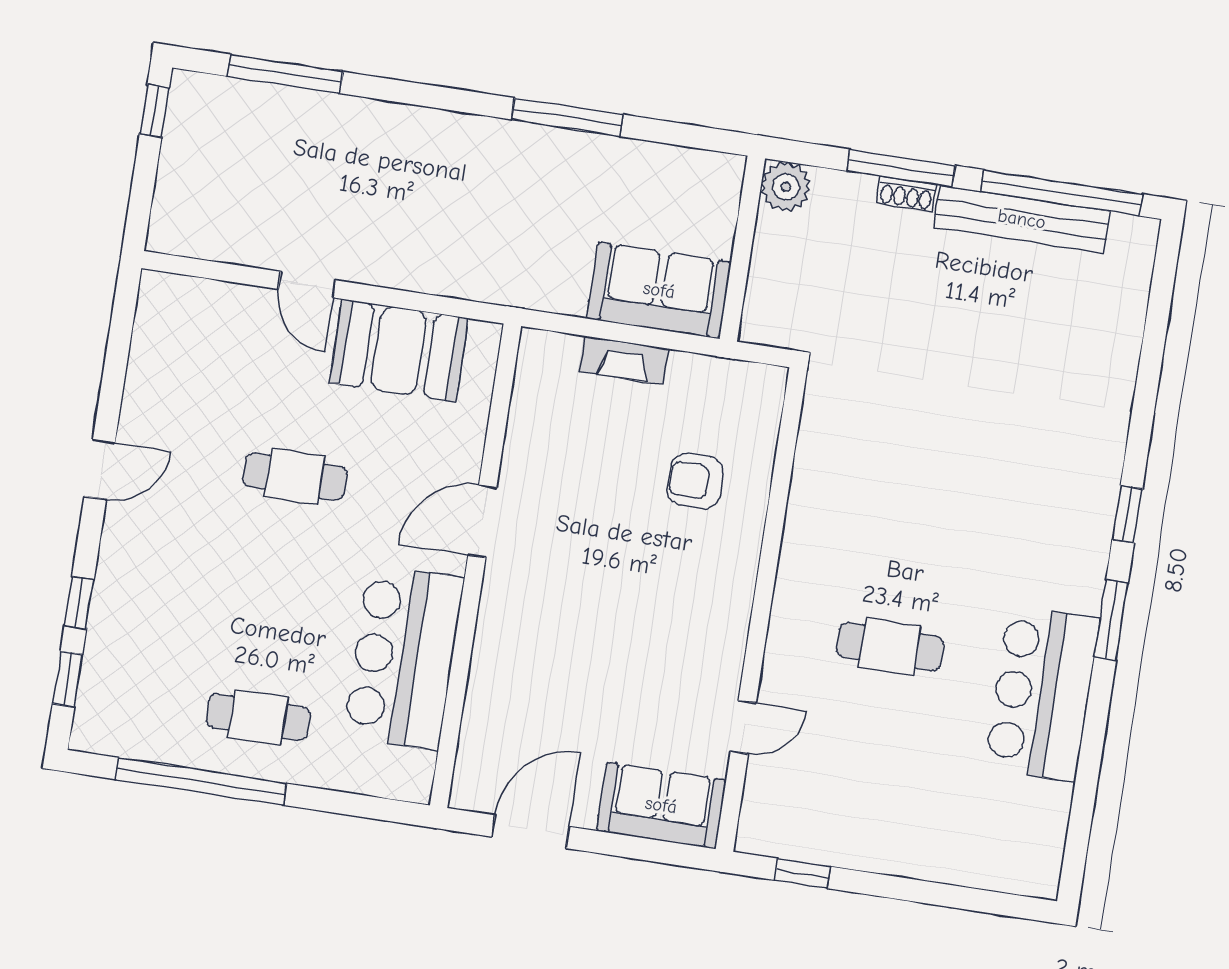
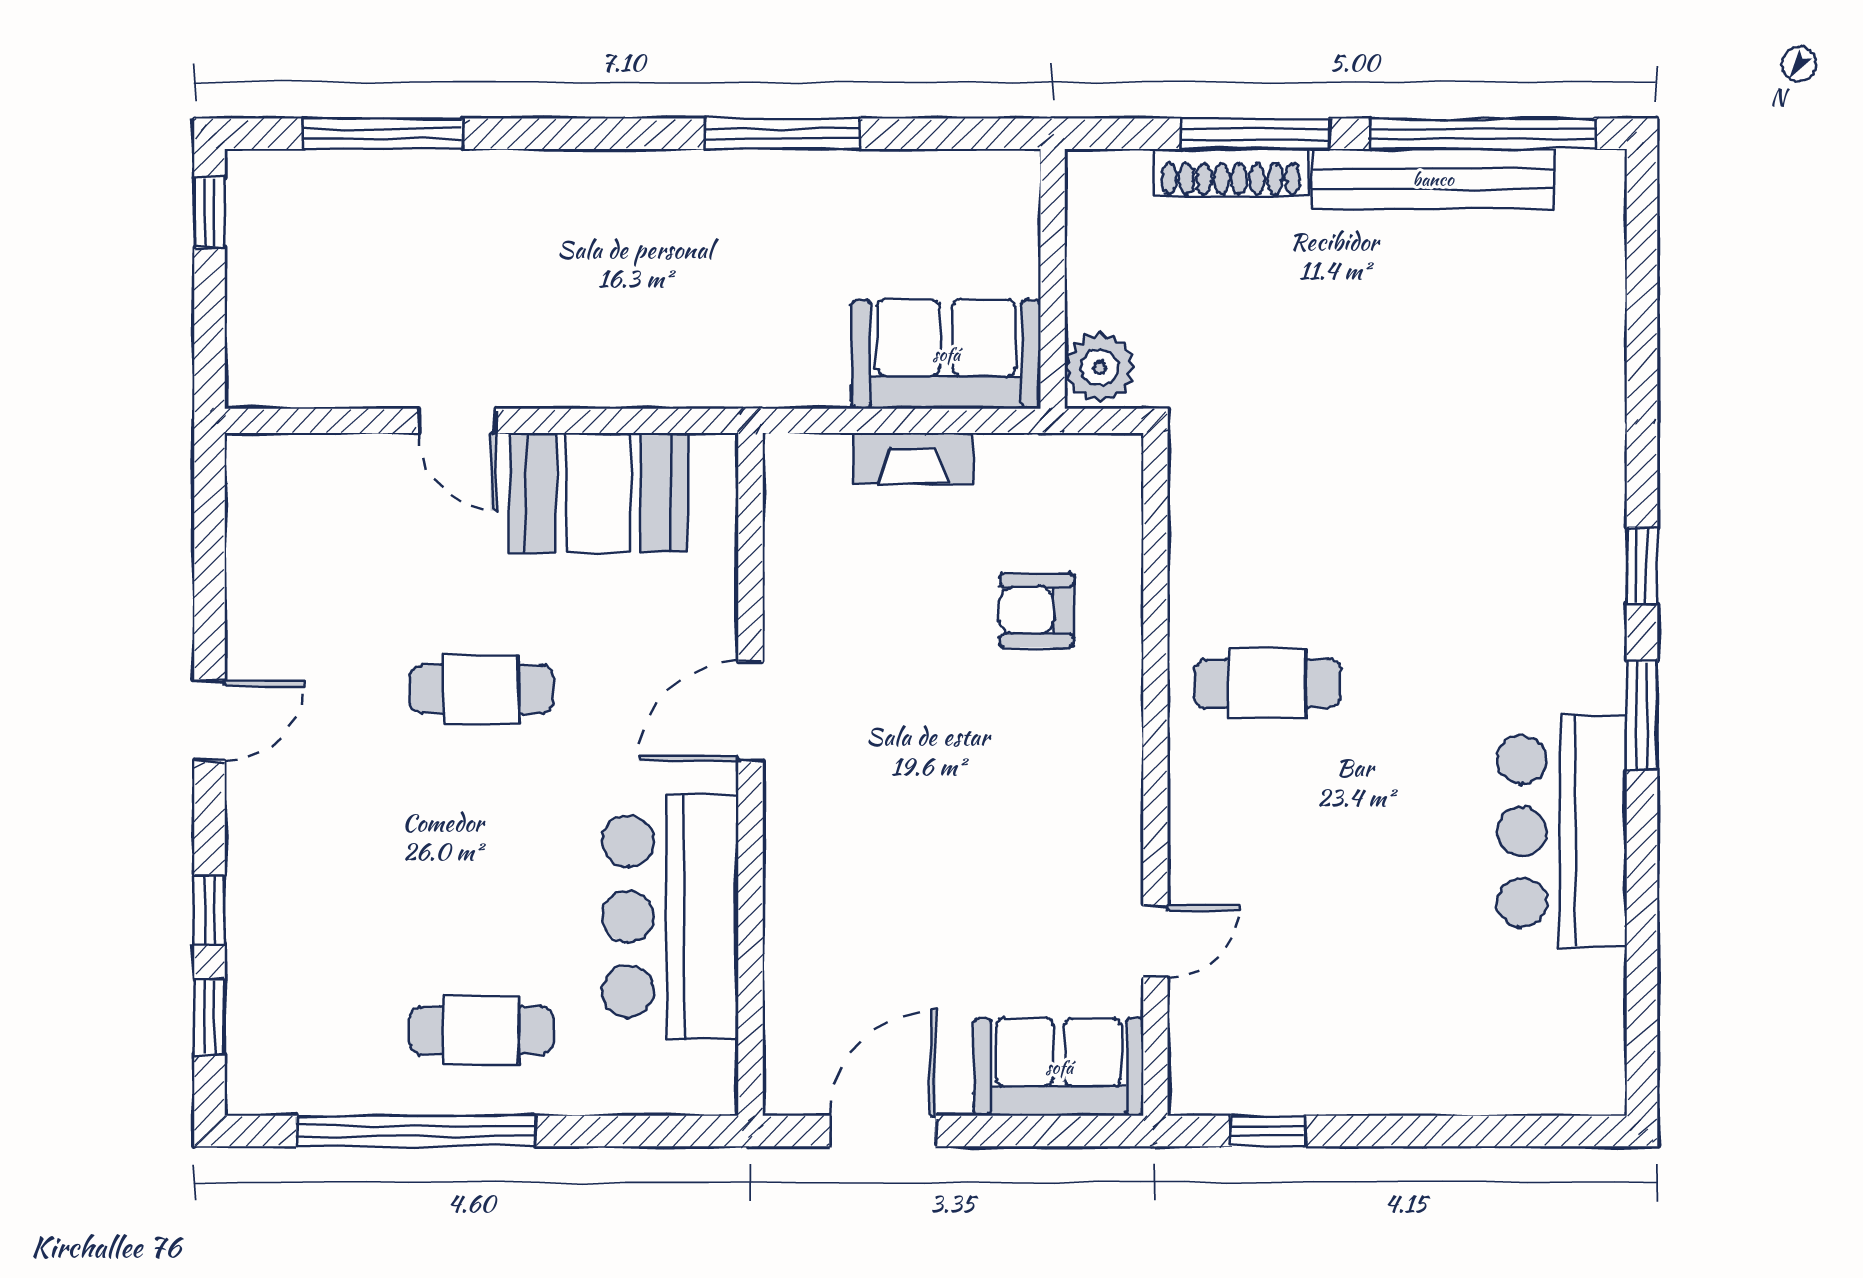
plant: (786, 187) -> (1100, 367), moved
shoe rack: (906, 194) -> (1231, 173), width x1.94, depth x1.24
cafe table: (890, 647) -> (1267, 683), moved

